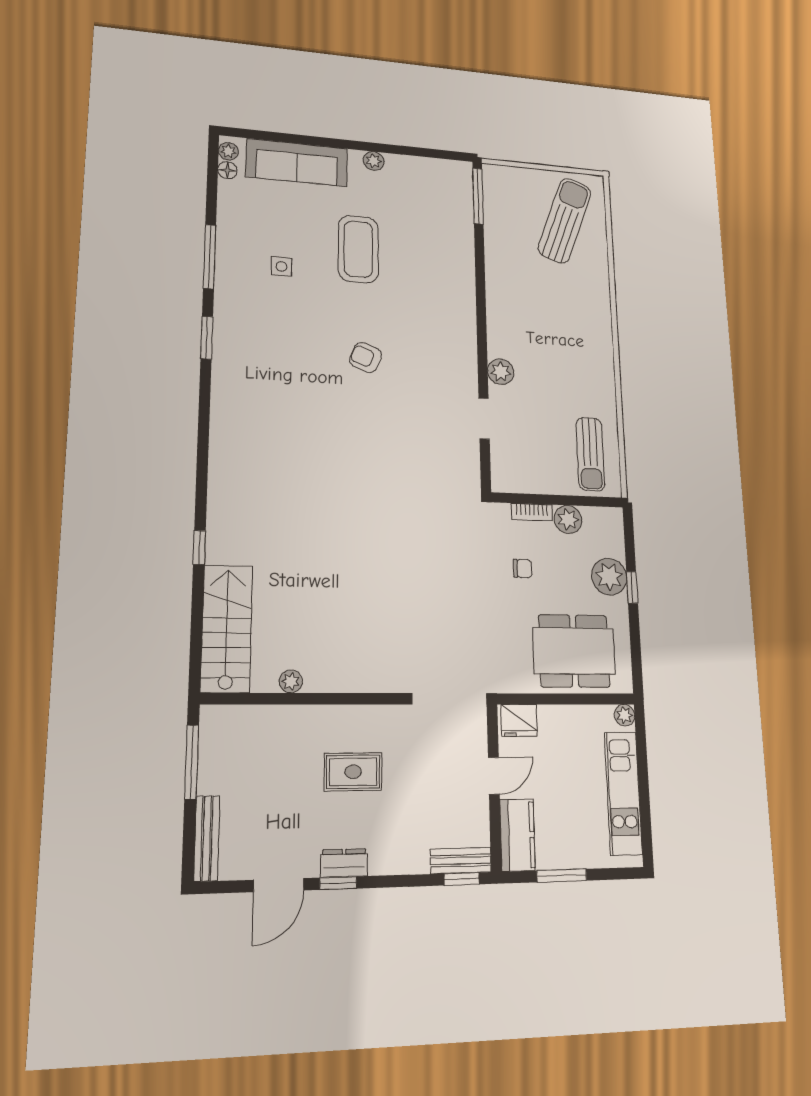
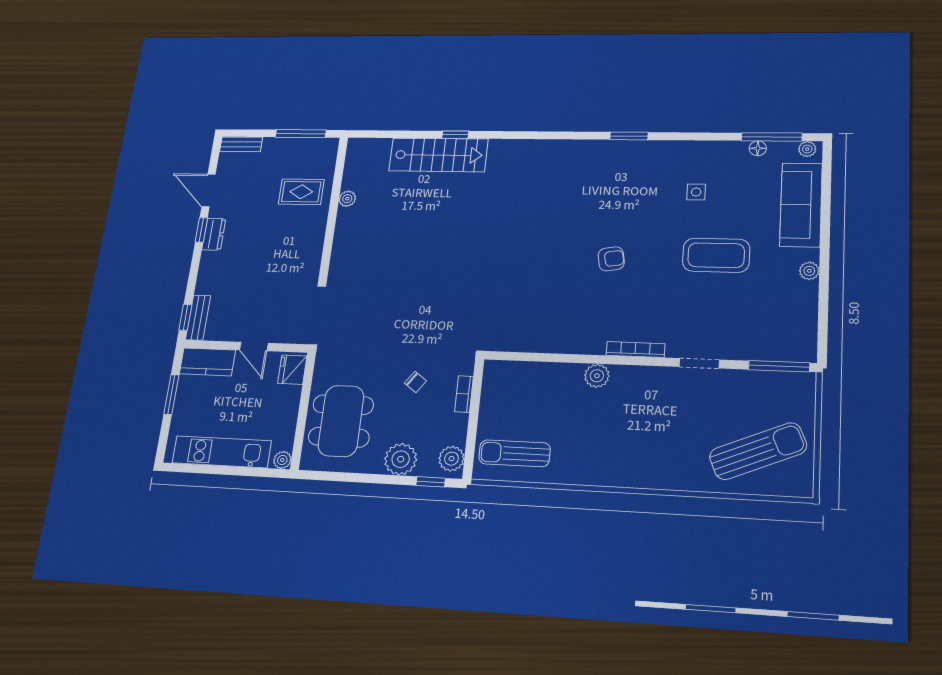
floor lamp: (227, 170) -> (758, 148), moved
sun lounger: (565, 220) -> (758, 451), turned -43
window: (210, 257) -> (772, 137), moved
bookcase: (469, 332) -> (636, 349), added
armchair: (366, 357) -> (611, 259), turned 59
doorway: (484, 419) -> (699, 363), moved
plant: (568, 519) -> (451, 459), moved
chair: (523, 568) -> (415, 382), turned -54
window: (632, 587) -> (431, 482), moved
stairs: (227, 628) -> (438, 155), moved
rug: (353, 772) -> (301, 192), moved, turned 90
bench: (207, 838) -> (241, 144), width x0.73

